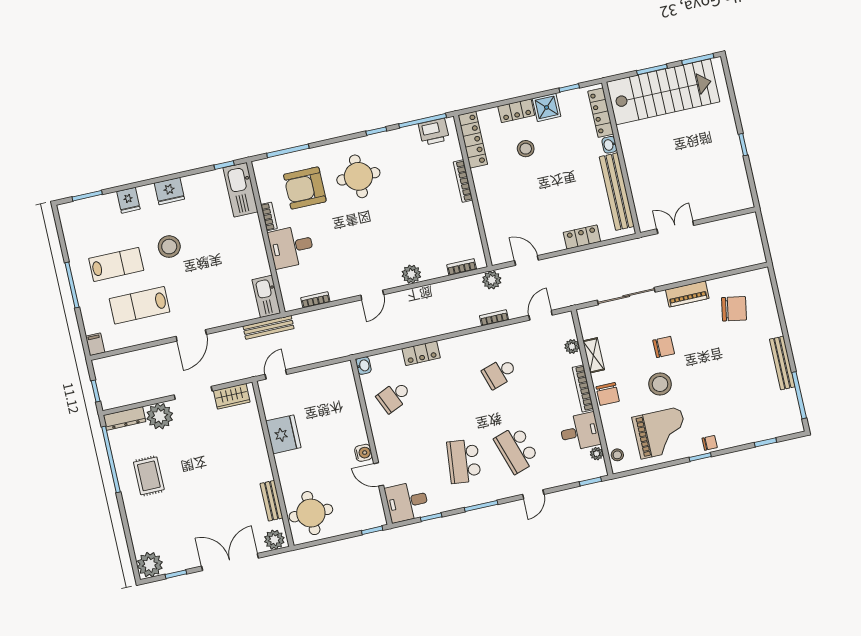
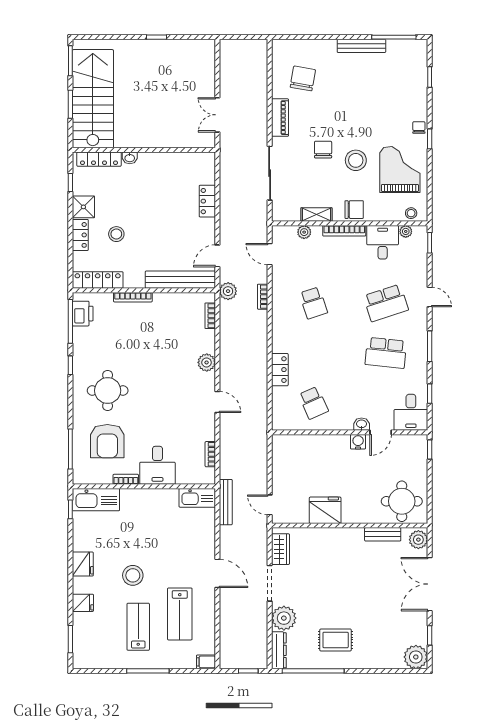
bench: (617, 192) -> (180, 280), moved
washbasin: (363, 366) -> (362, 424), moved

